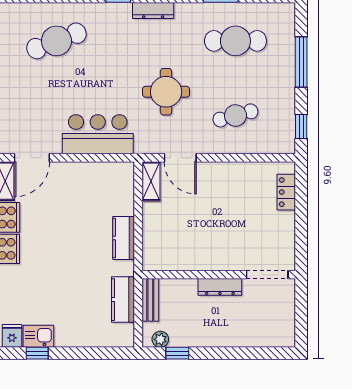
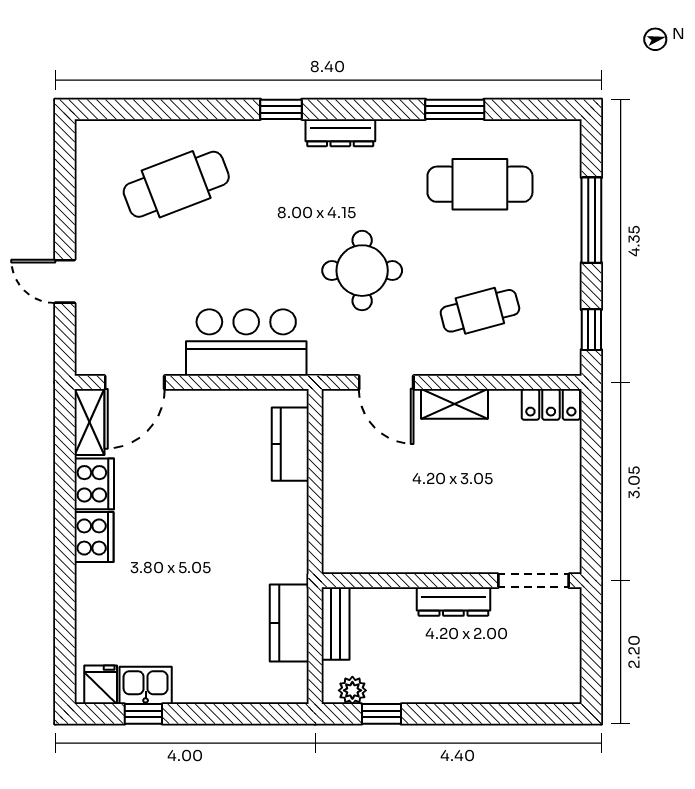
shelving: (151, 181) -> (455, 404), moved, turned 90
locker: (286, 192) -> (551, 404), moved, turned -90
kitchen counter: (124, 238) -> (290, 444), moved

